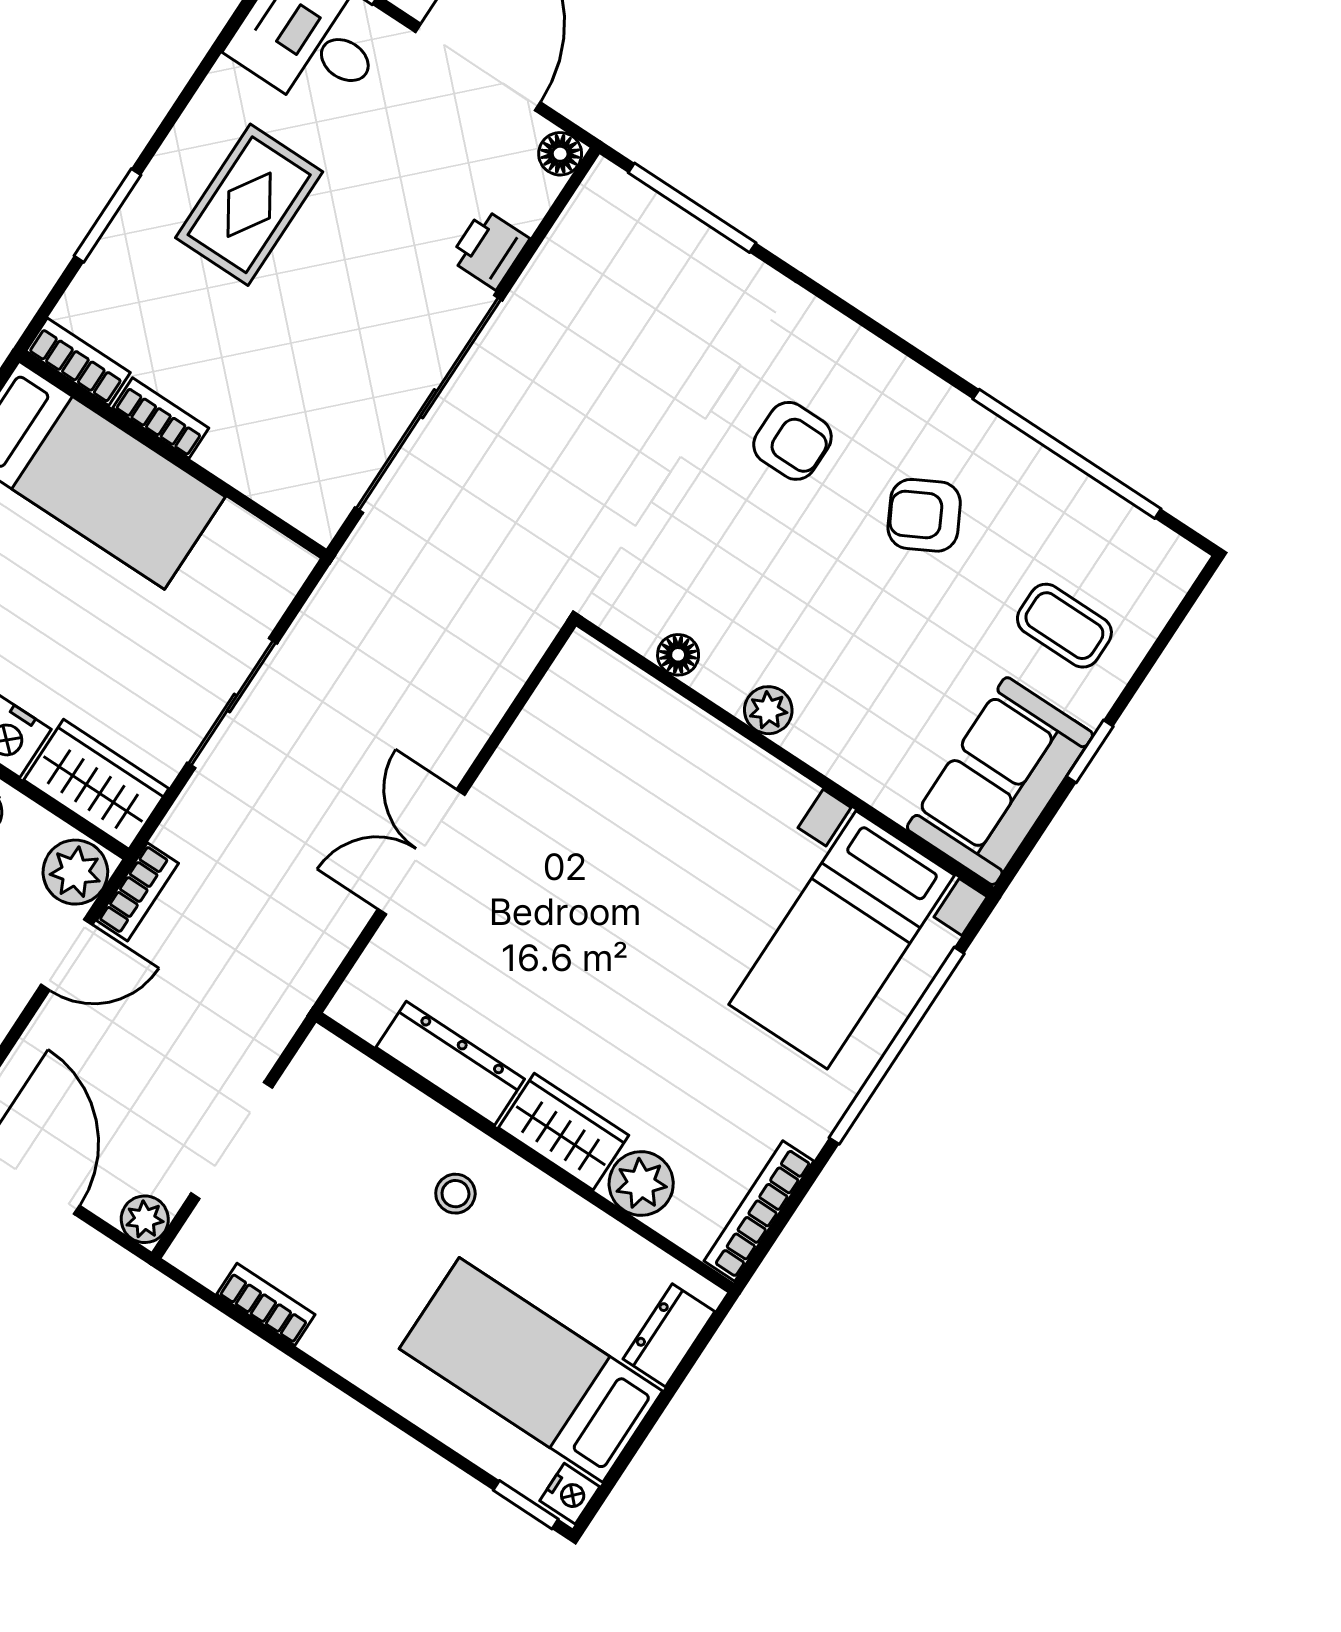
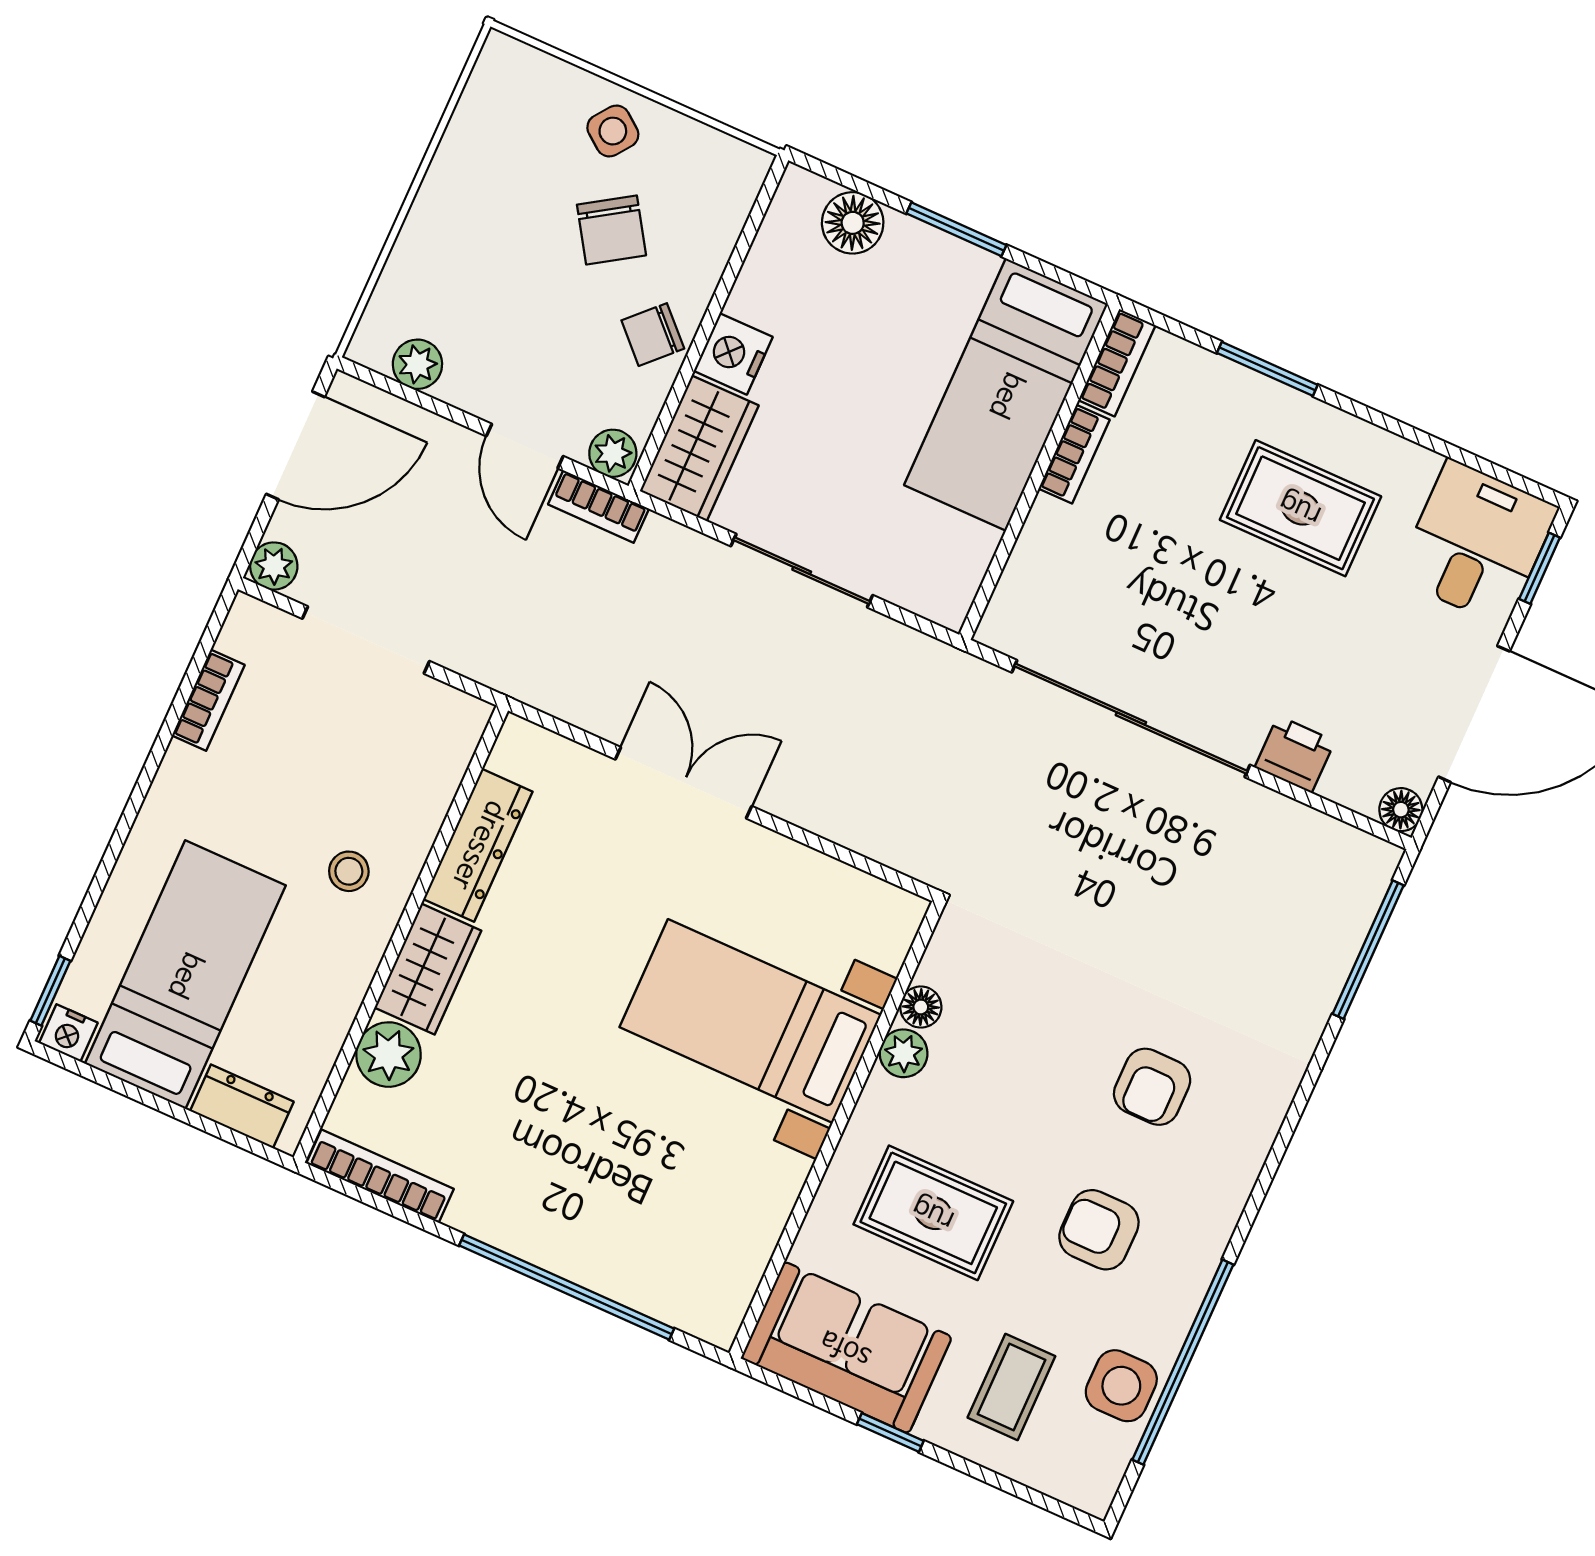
armchair: (924, 515) -> (1099, 1230), turned -62
side table: (1080, 518) -> (1121, 1386), added
rug: (882, 675) -> (933, 1213), added
plant: (768, 710) -> (904, 1053), moved
plant: (75, 872) -> (613, 453), width x0.73, depth x0.73
bed with nightstands: (842, 940) -> (750, 1021), moved

